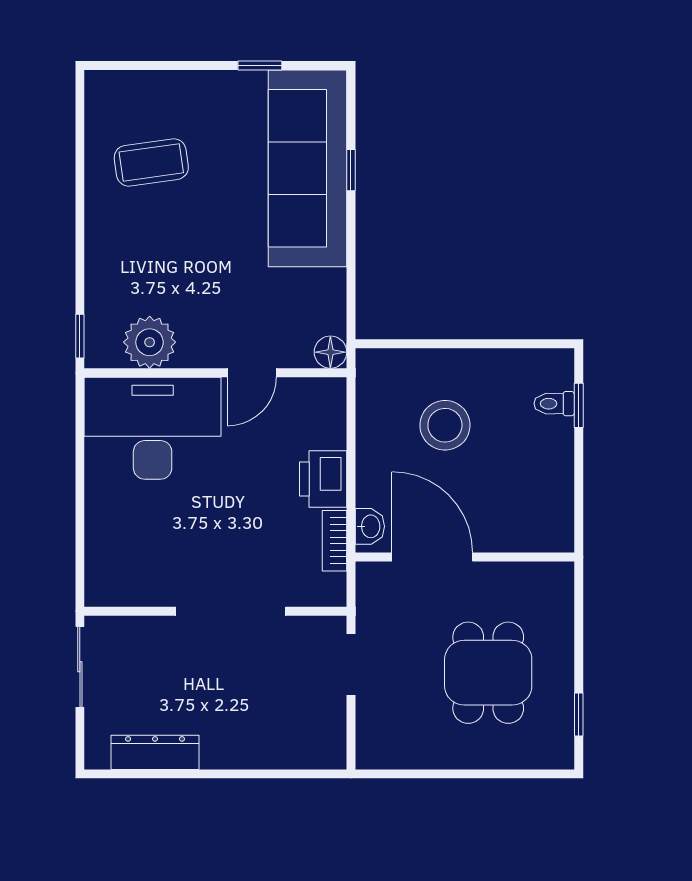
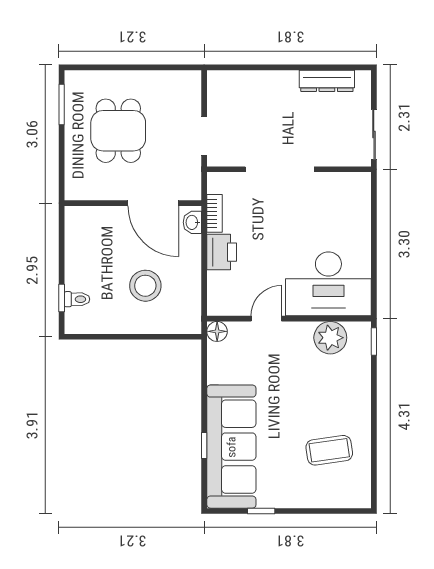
window: (579, 715) -> (62, 105), width x1.50

